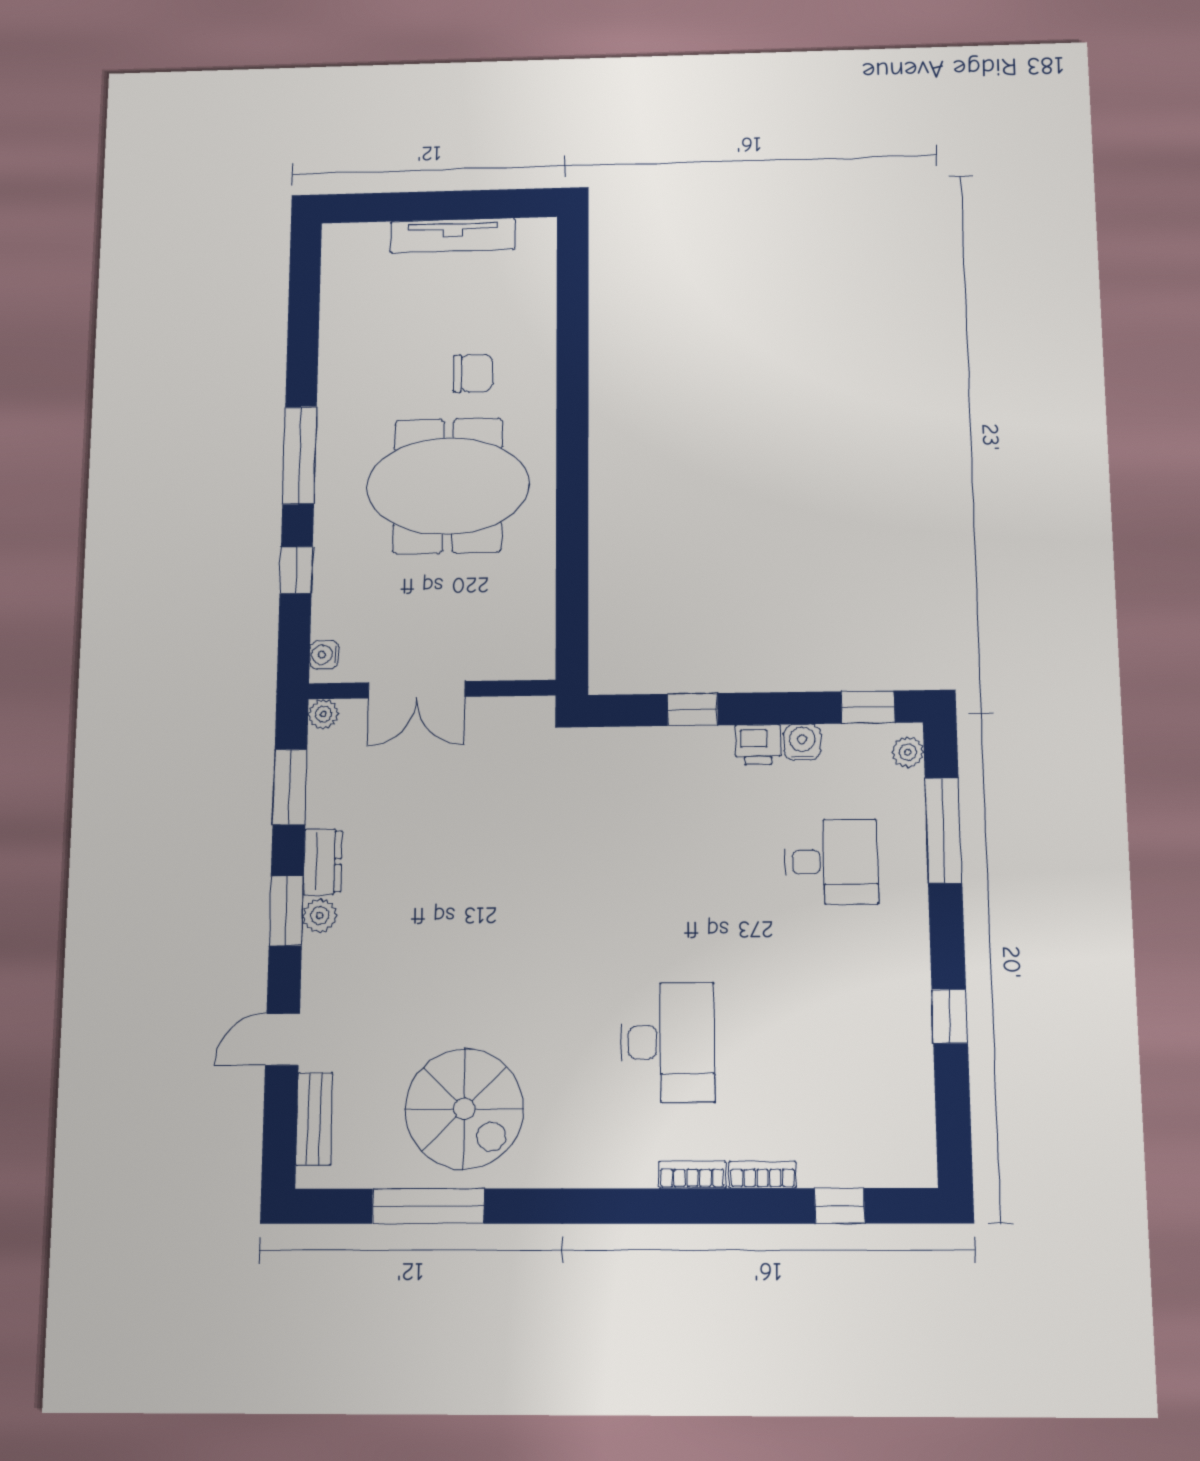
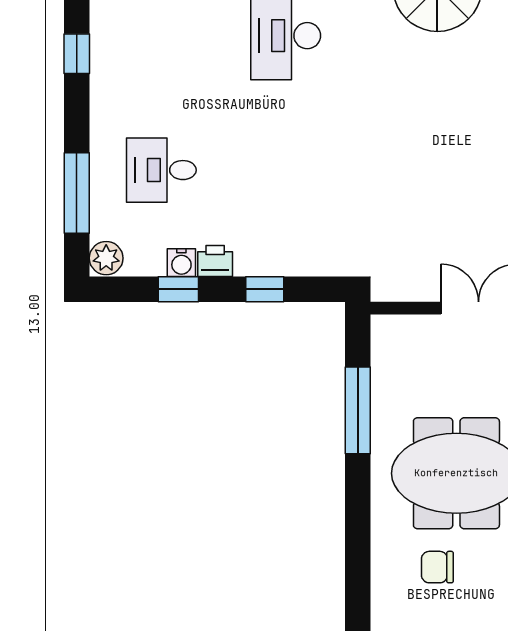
window: (572, 560) -> (358, 410), added
window: (868, 707) -> (178, 289), moved
plant: (908, 752) -> (106, 258), width x1.38, depth x1.38

